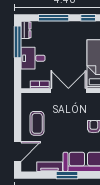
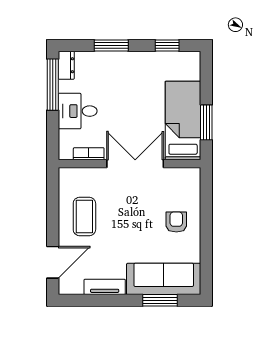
window: (54, 18) -> (111, 46), width x0.69
window: (67, 175) -> (160, 300), moved

